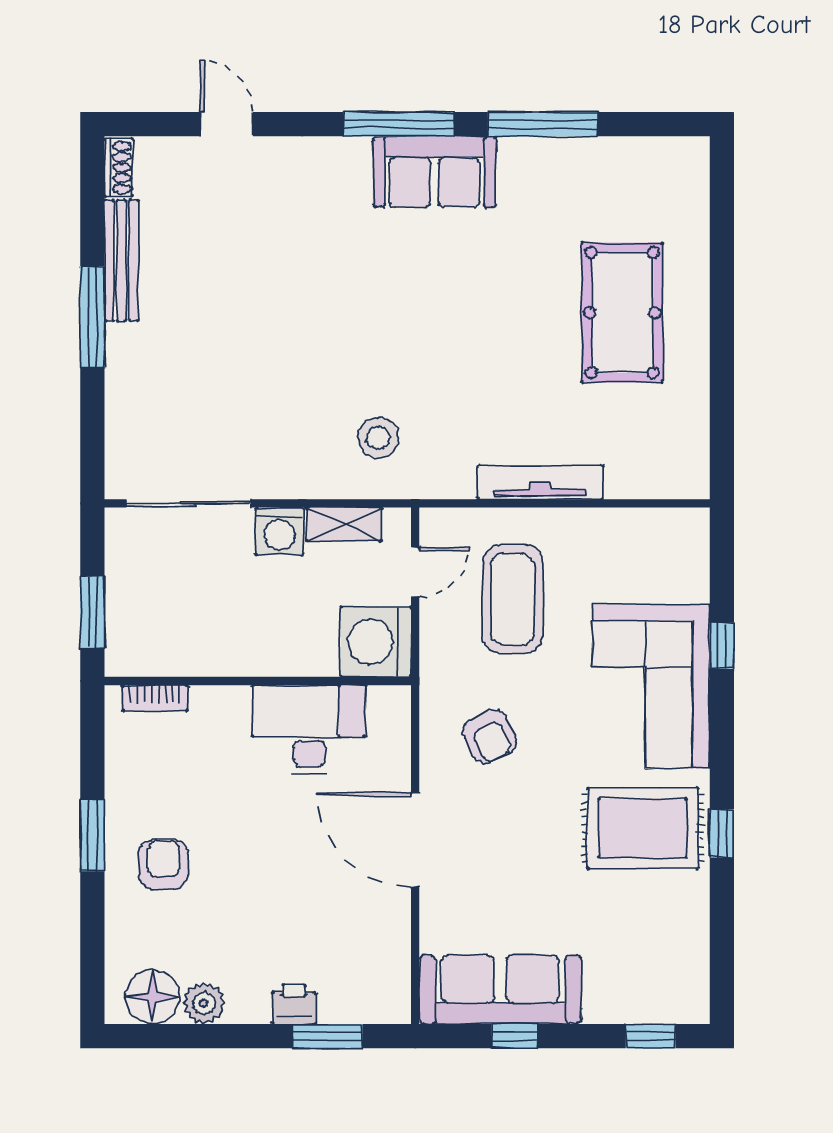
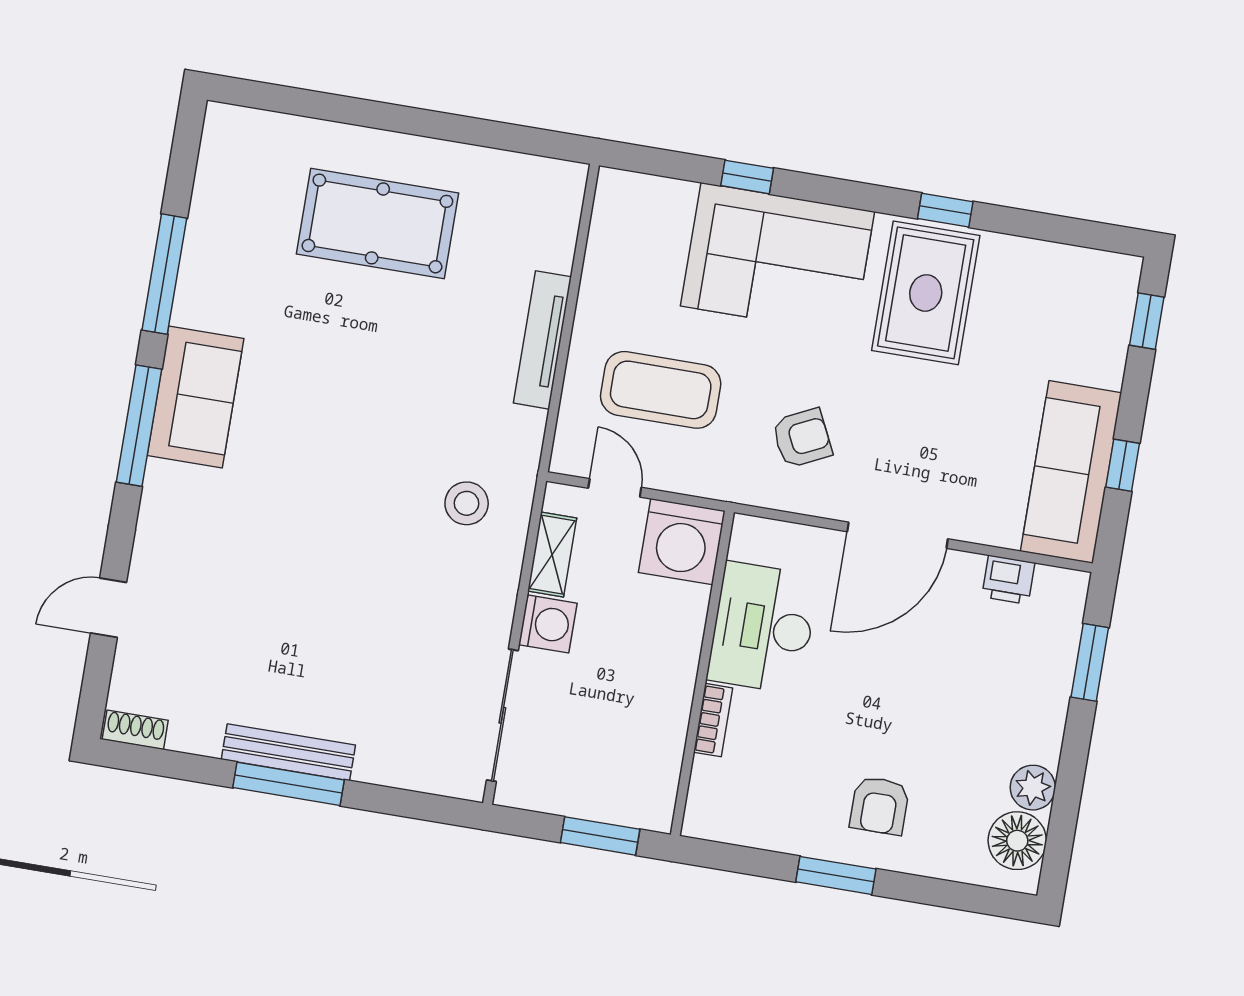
bench: (121, 260) -> (288, 752), moved
bookcase: (155, 698) -> (713, 720), moved
armchair: (163, 865) -> (879, 806), turned -90
printer: (294, 1004) -> (1008, 580), moved, turned -90

